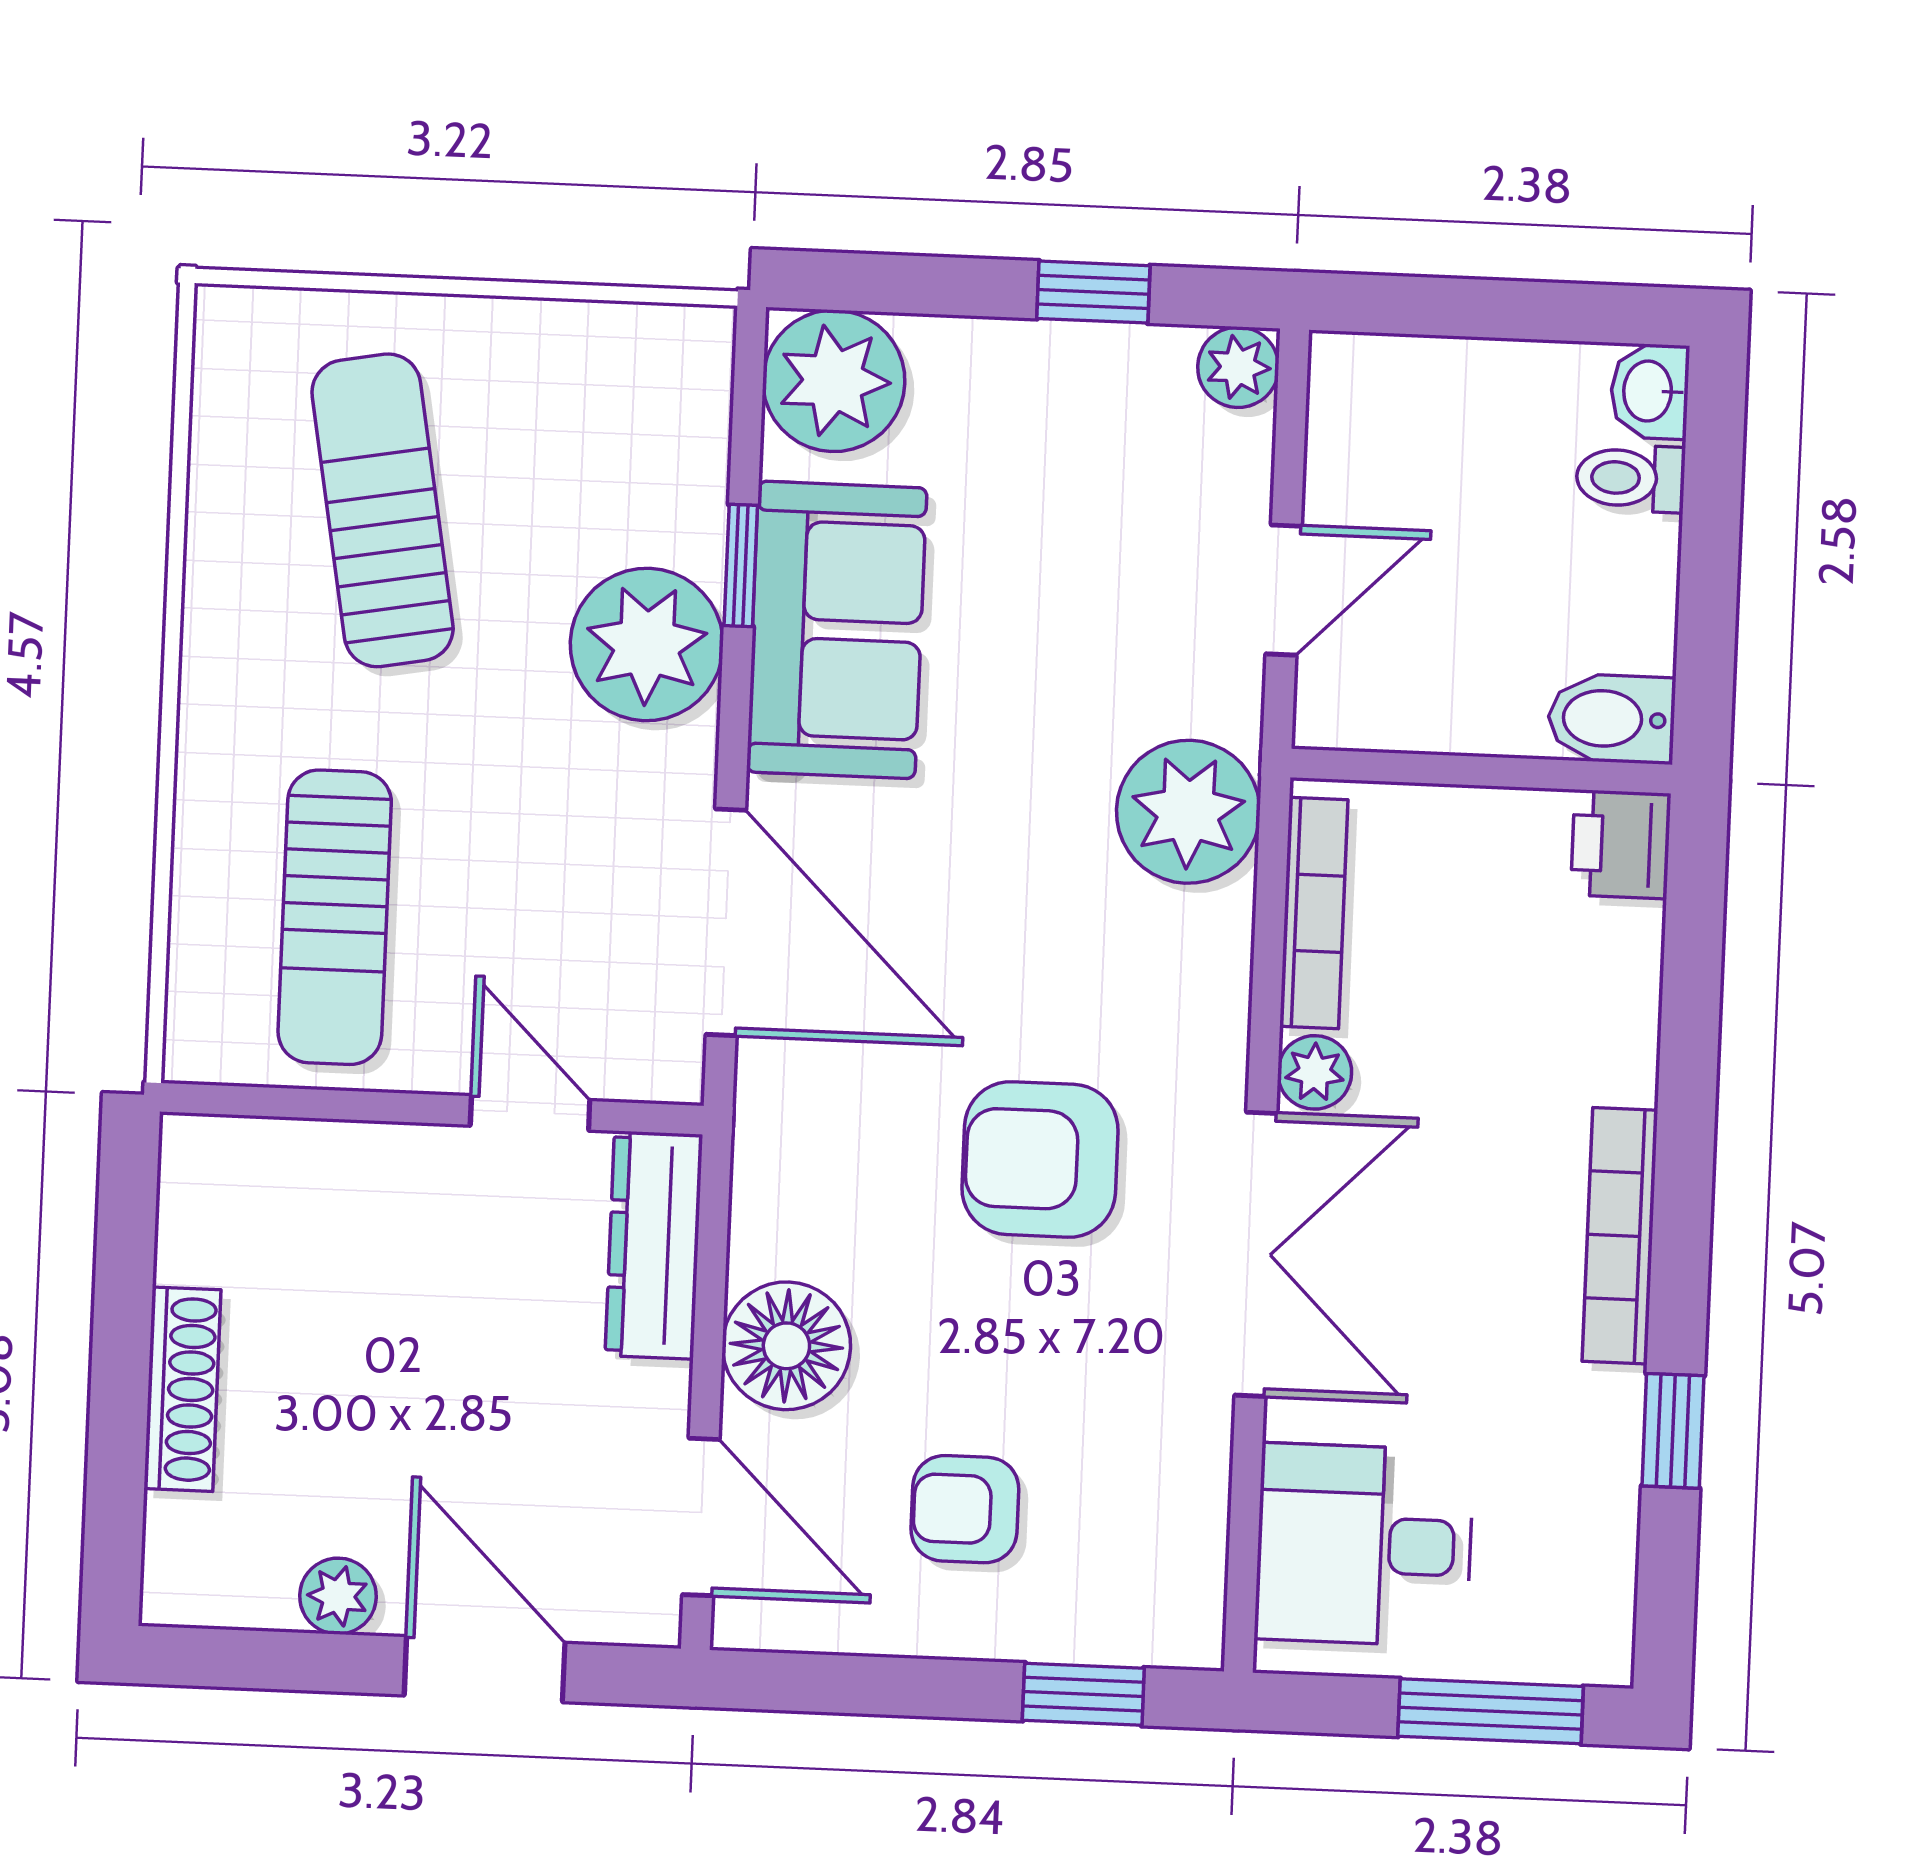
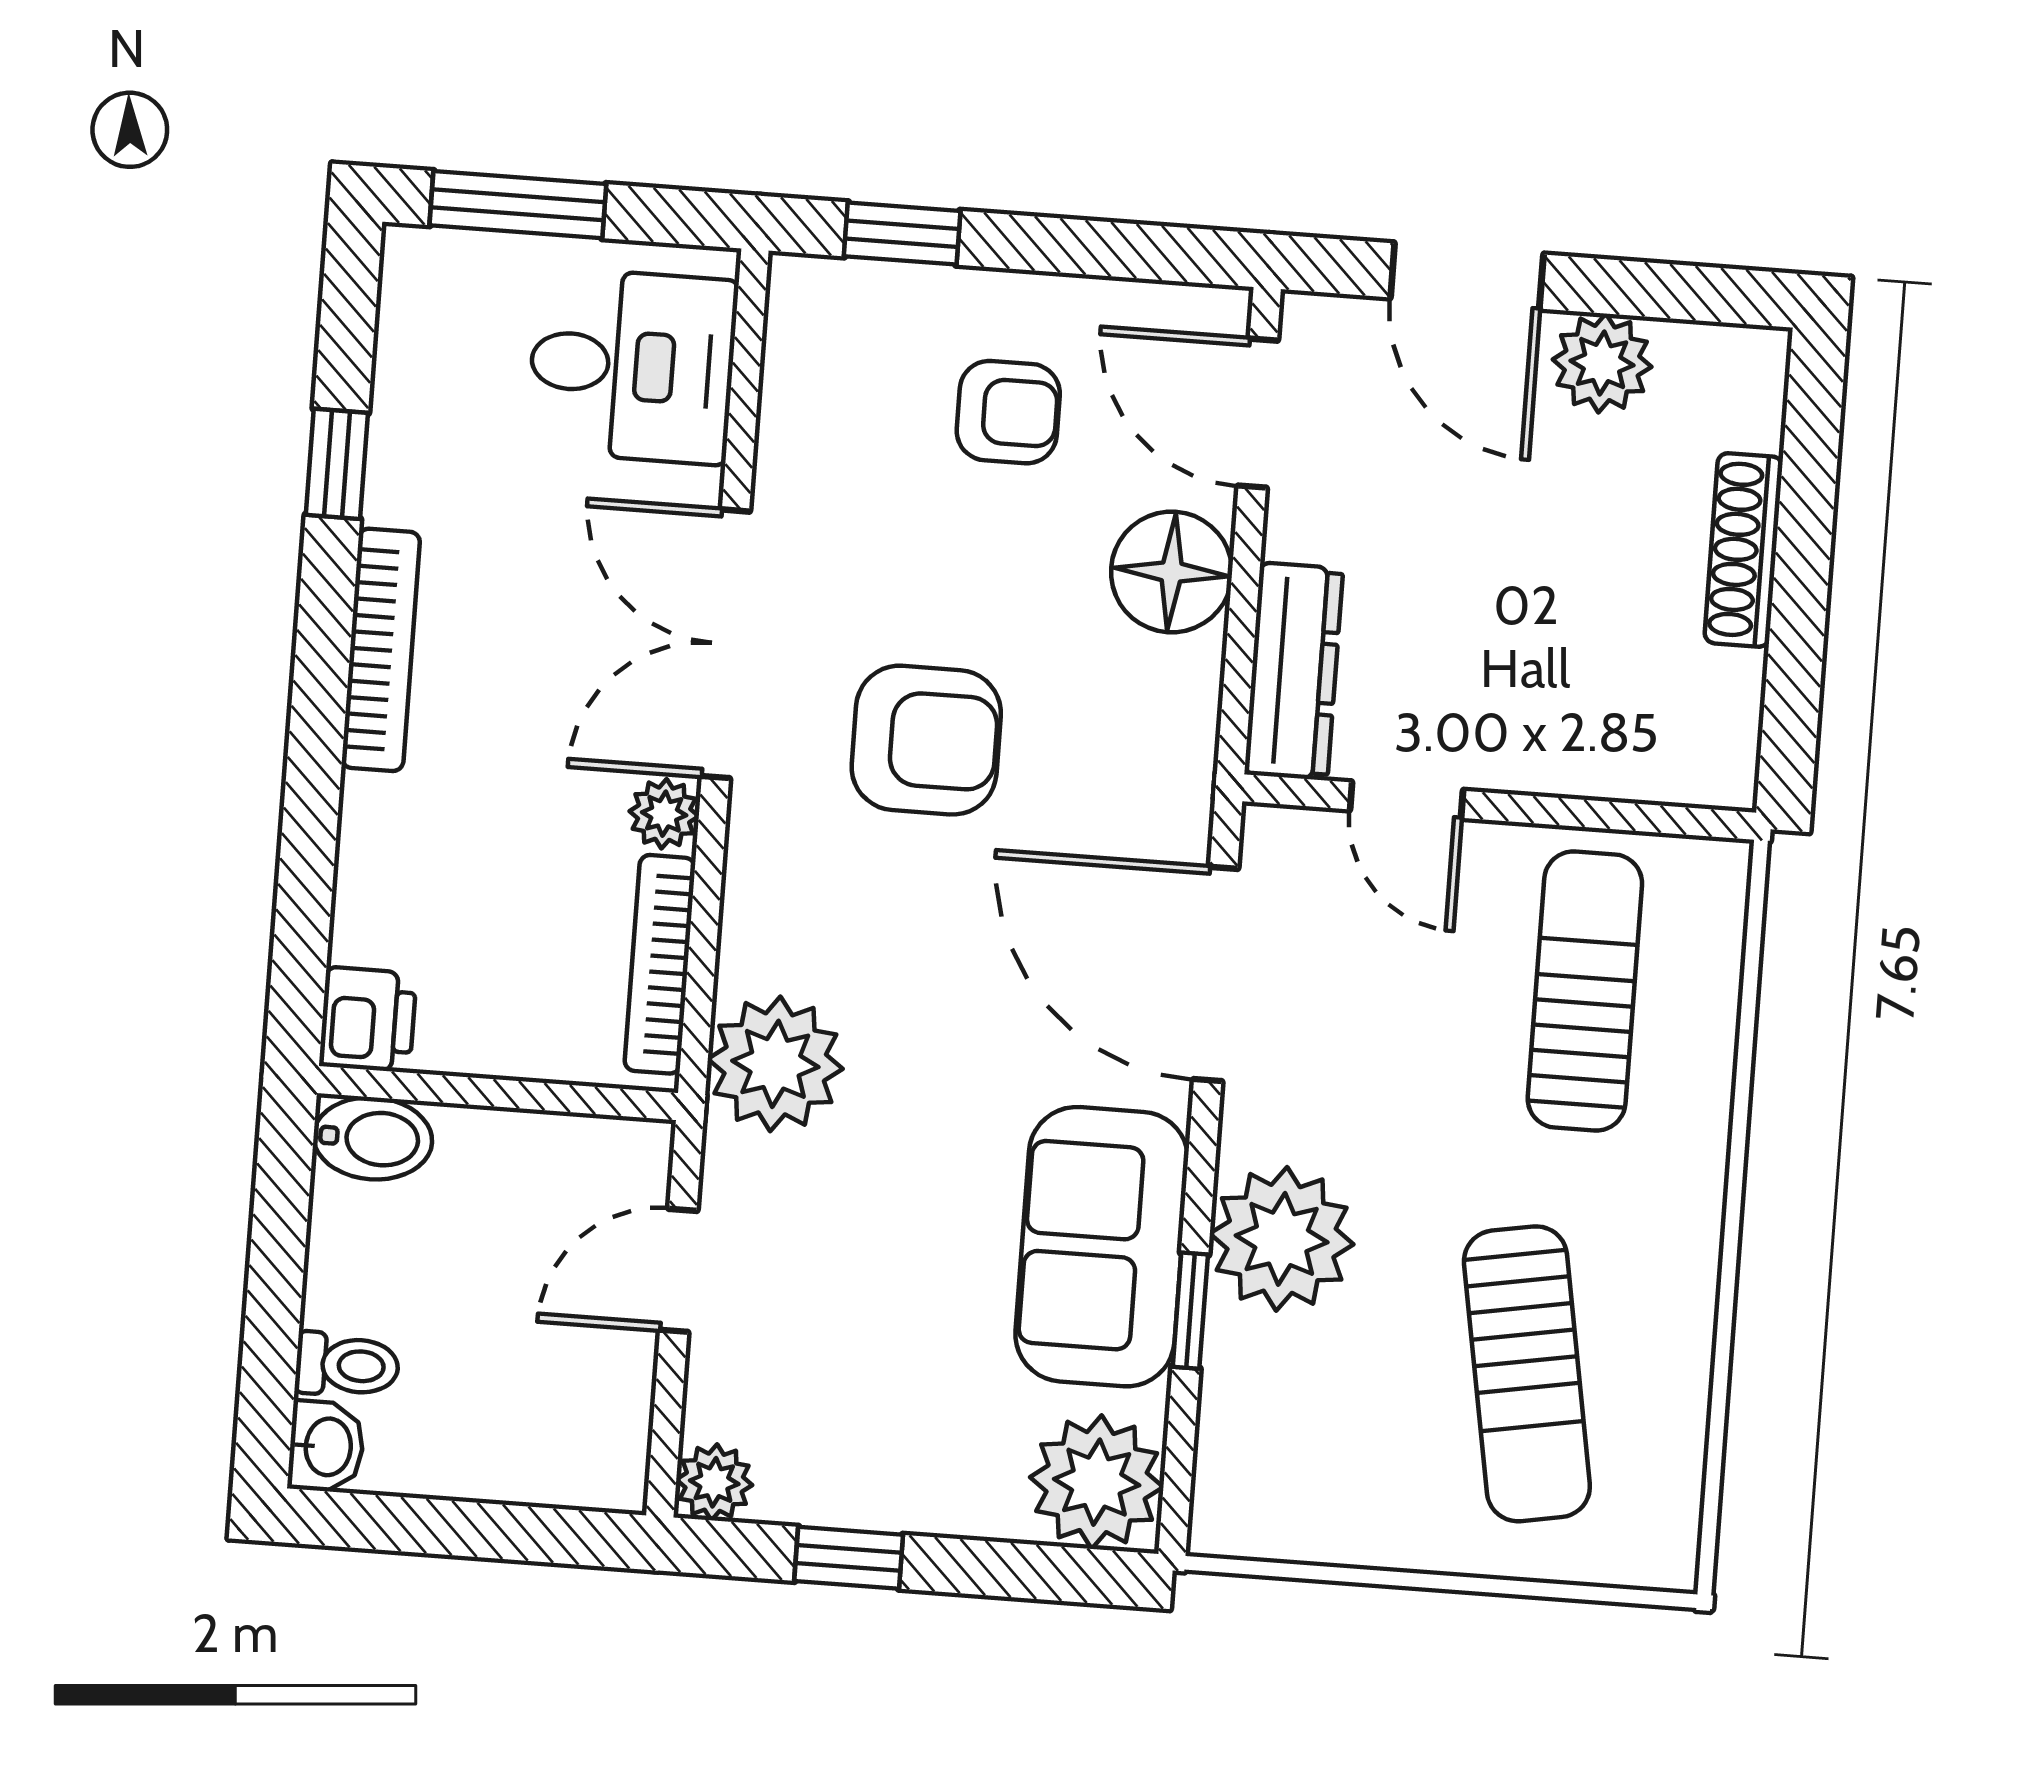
plant: (338, 1596) -> (1602, 363), width x1.38, depth x1.38

